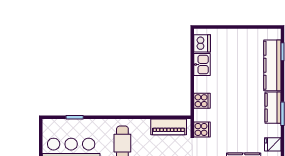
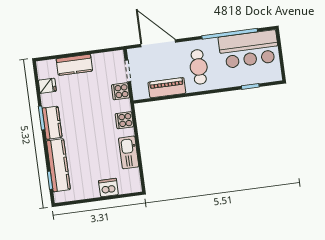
dishwasher: (202, 43) -> (108, 188), moved, turned 90
kitchen sink: (202, 65) -> (129, 152), width x1.38
piano: (169, 127) -> (167, 88), moved

